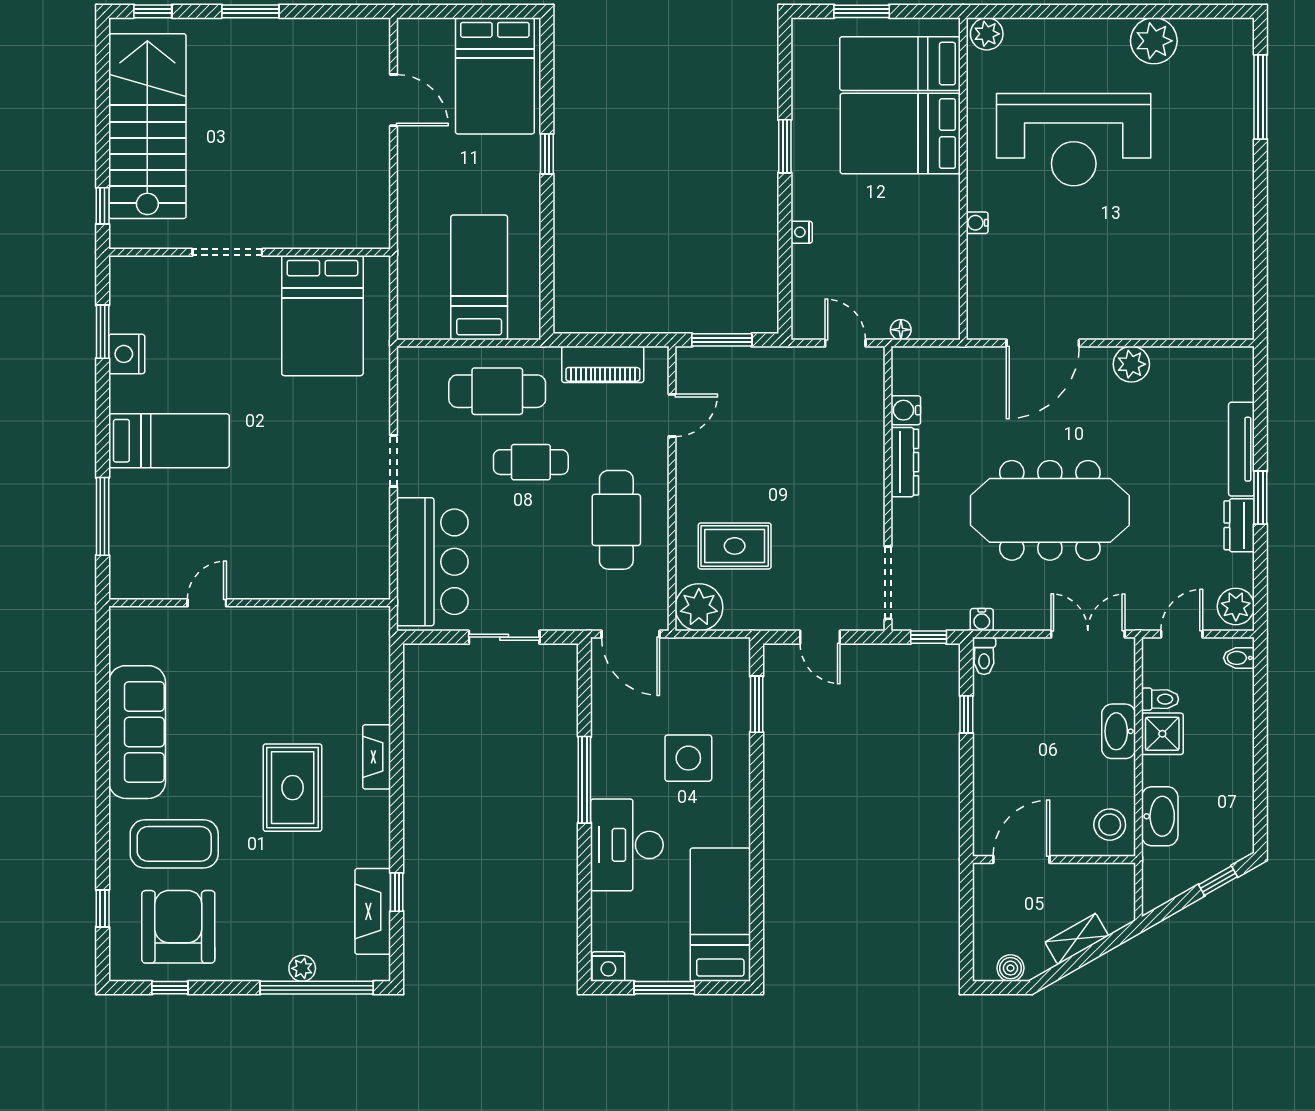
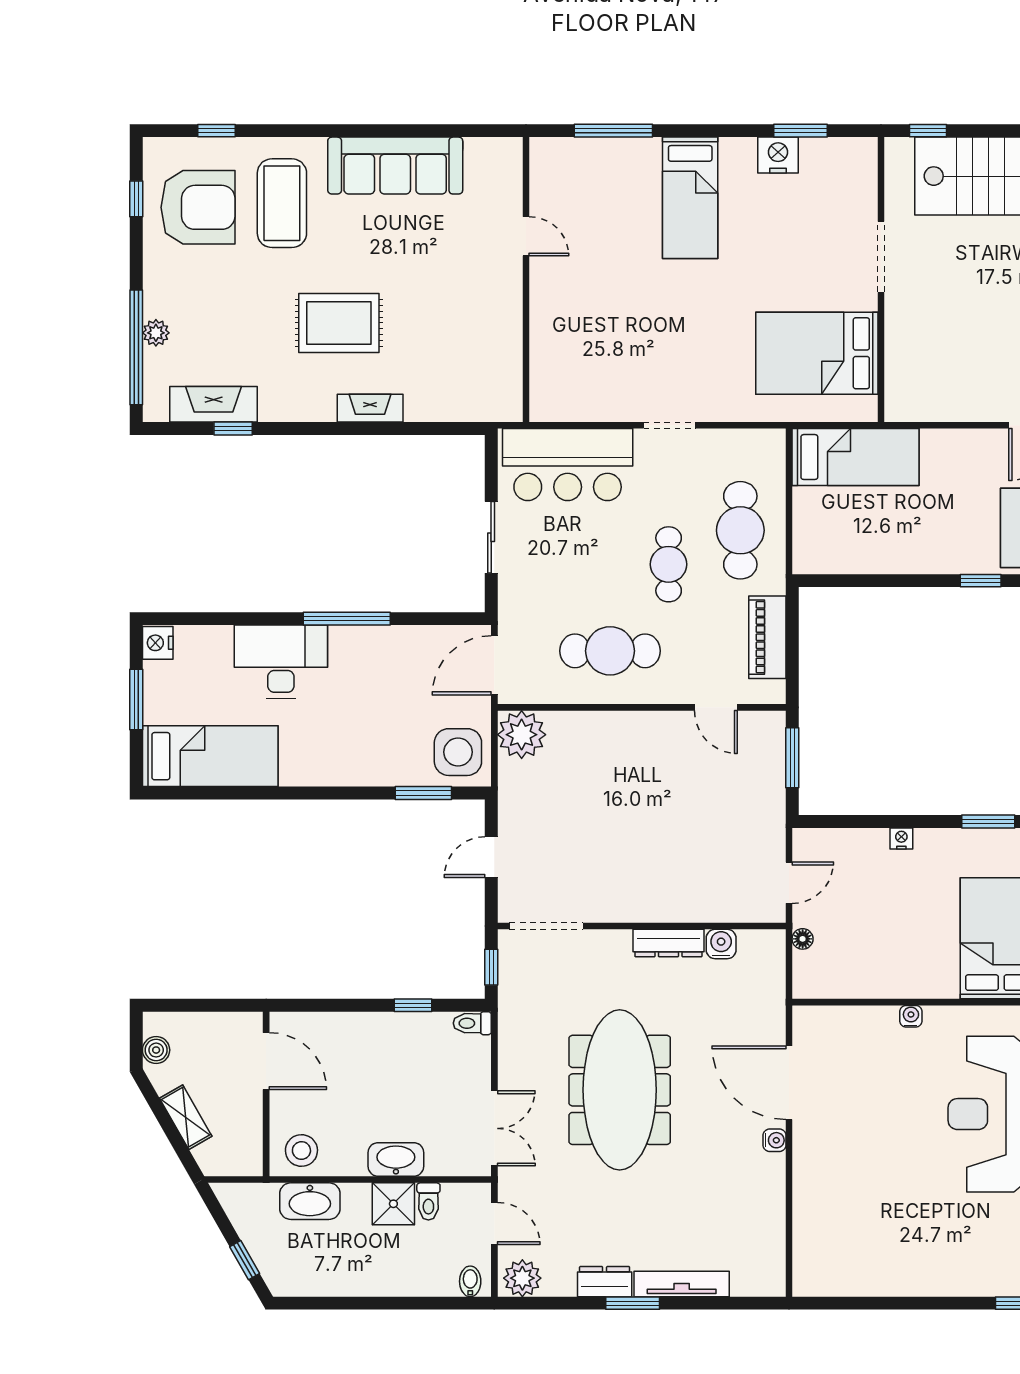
bed: (479, 277) -> (856, 457), moved
plant: (1131, 364) -> (768, 1172), removed
rug: (735, 546) -> (584, 771), removed
water cooler: (982, 620) -> (774, 1140), moved, turned 180
side table: (688, 758) -> (458, 752), moved

